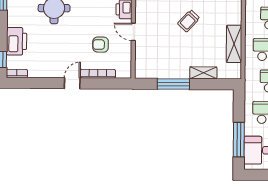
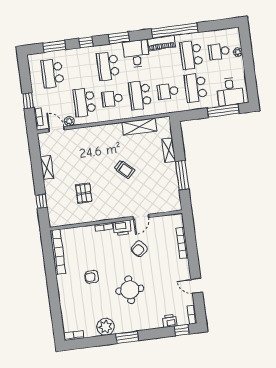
printer: (17, 41) -> (170, 321), width x0.53, depth x0.68
armchair: (101, 45) -> (139, 249), moved, turned 50
door: (72, 83) -> (197, 286), moved

